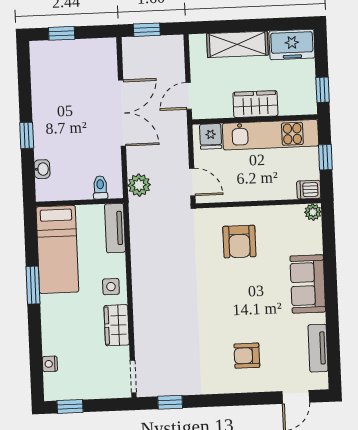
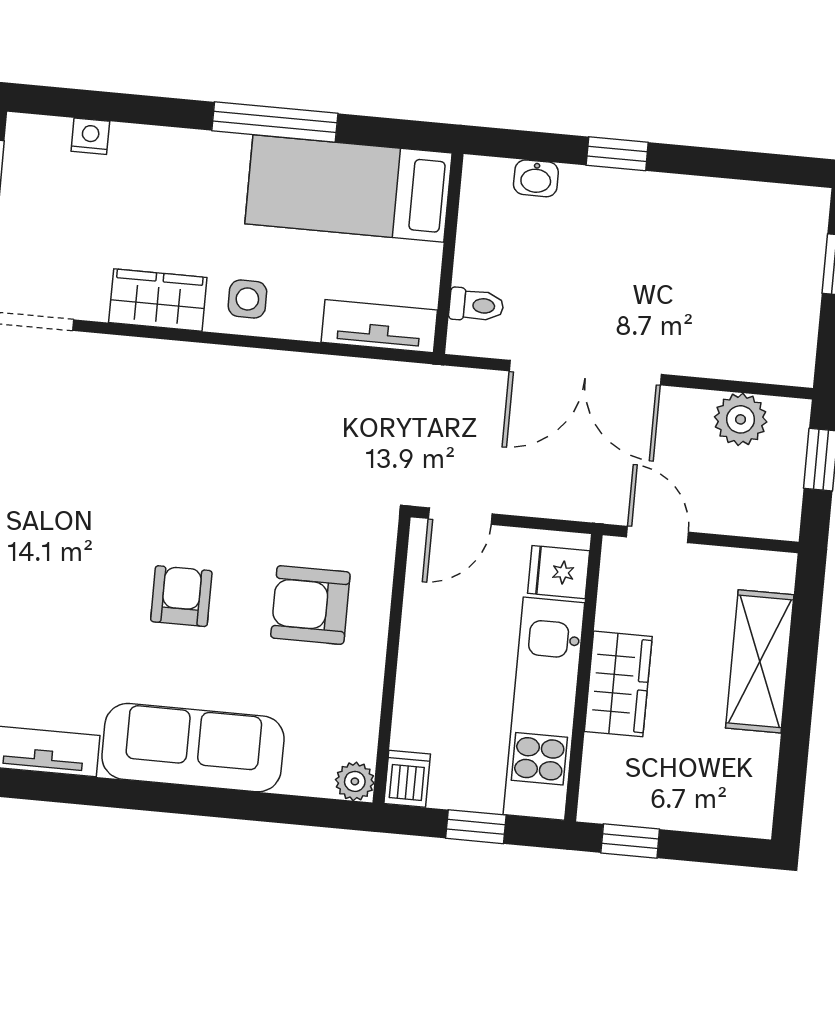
freezer: (292, 45) -> (743, 785), removed
double door: (122, 113) -> (585, 373), moved
plant: (139, 185) -> (741, 419), moved
sofa: (308, 284) -> (193, 748), width x1.36
window: (33, 285) -> (275, 122), width x1.44
armchair: (247, 356) -> (181, 596), moved

